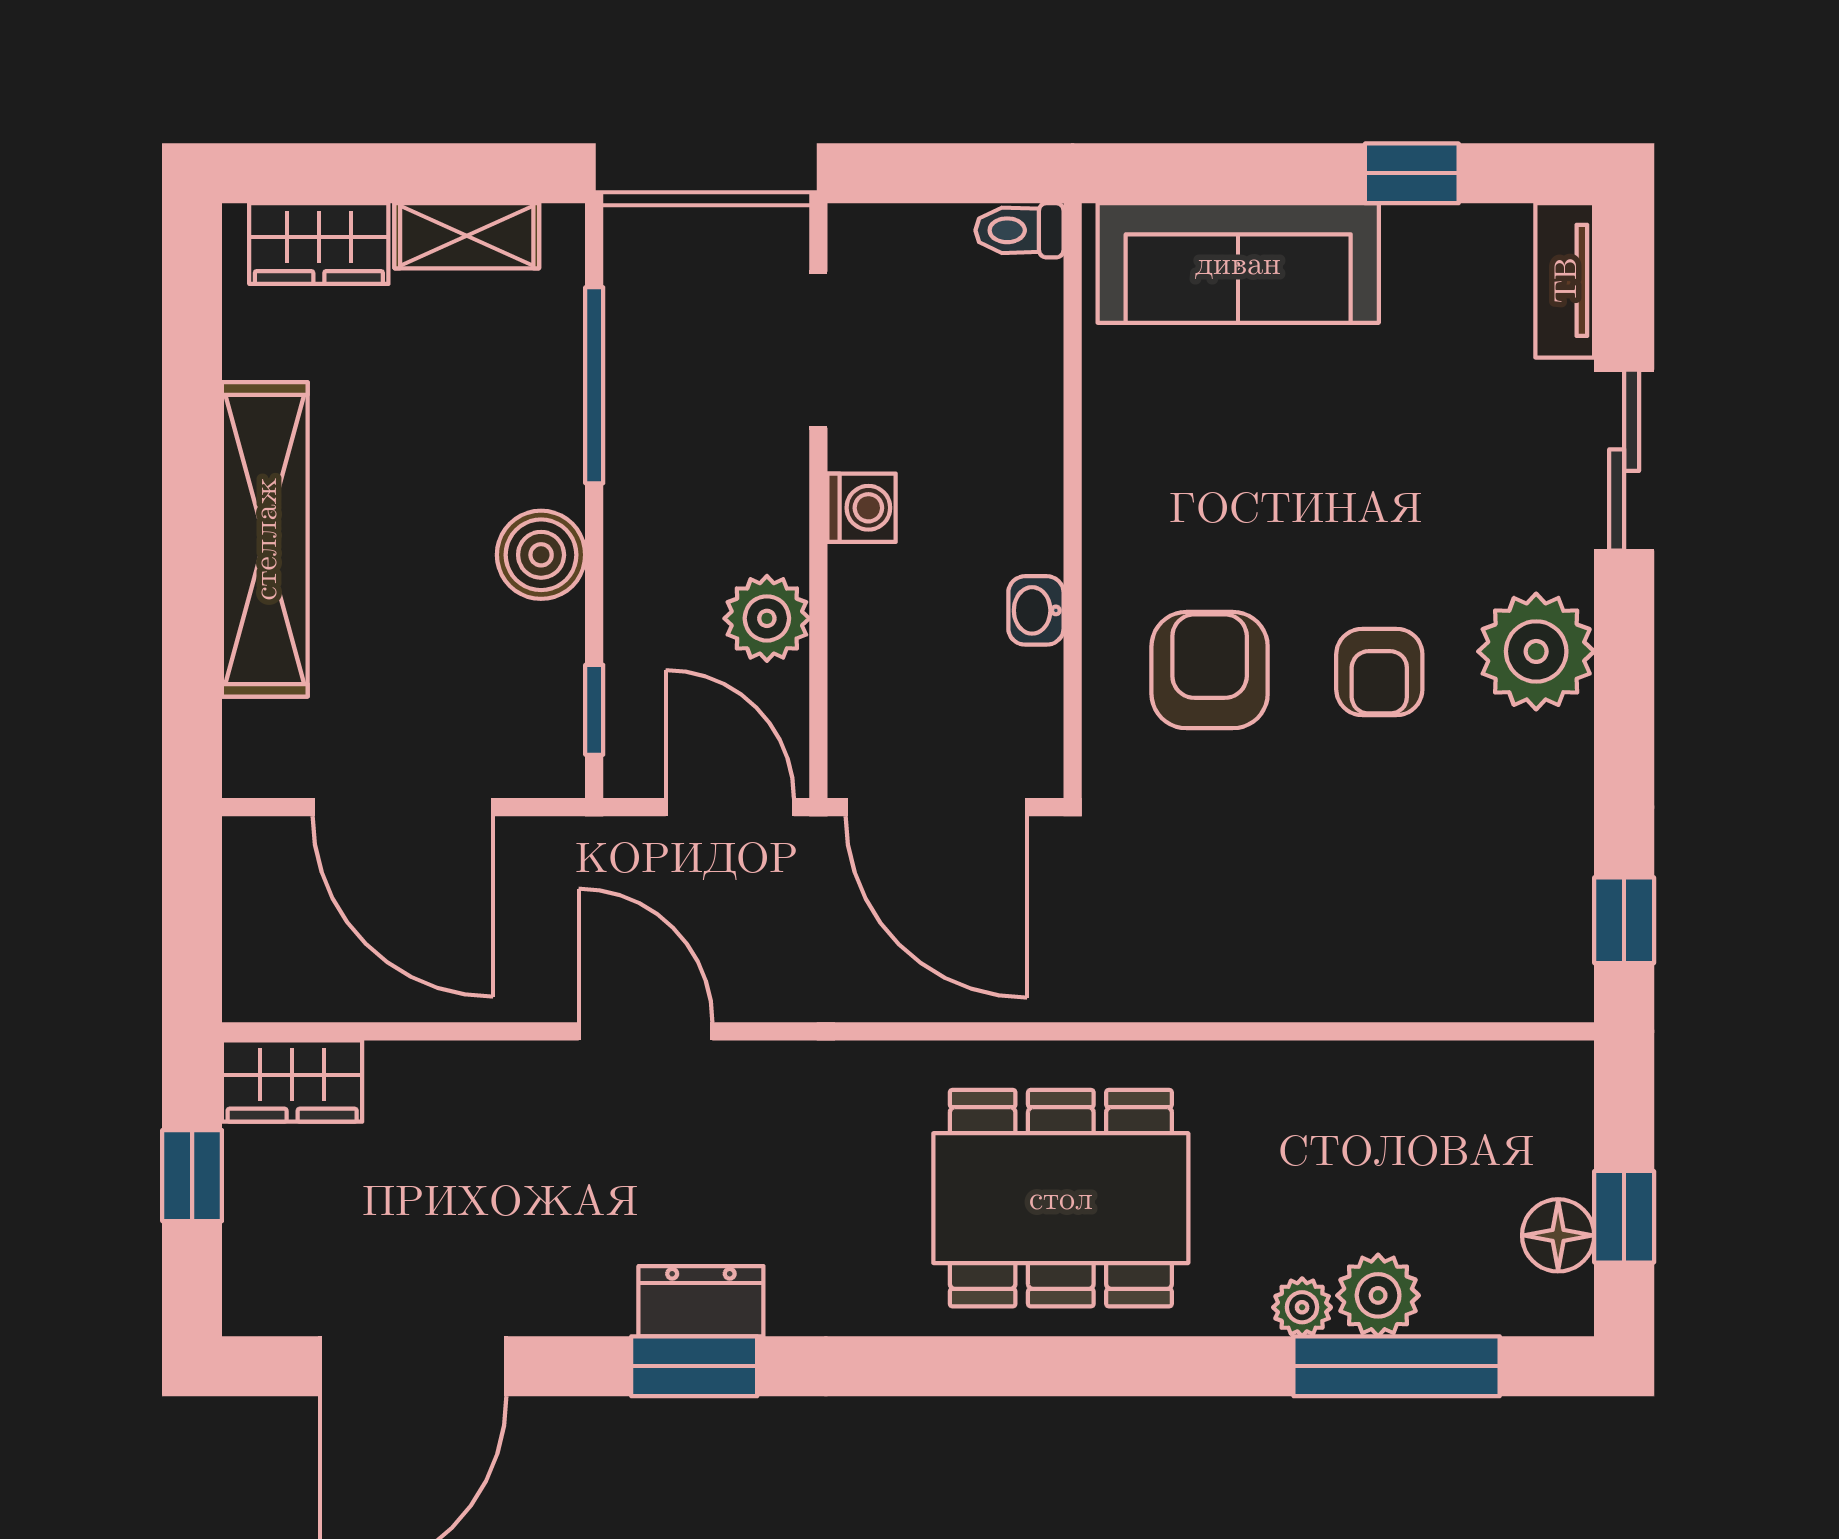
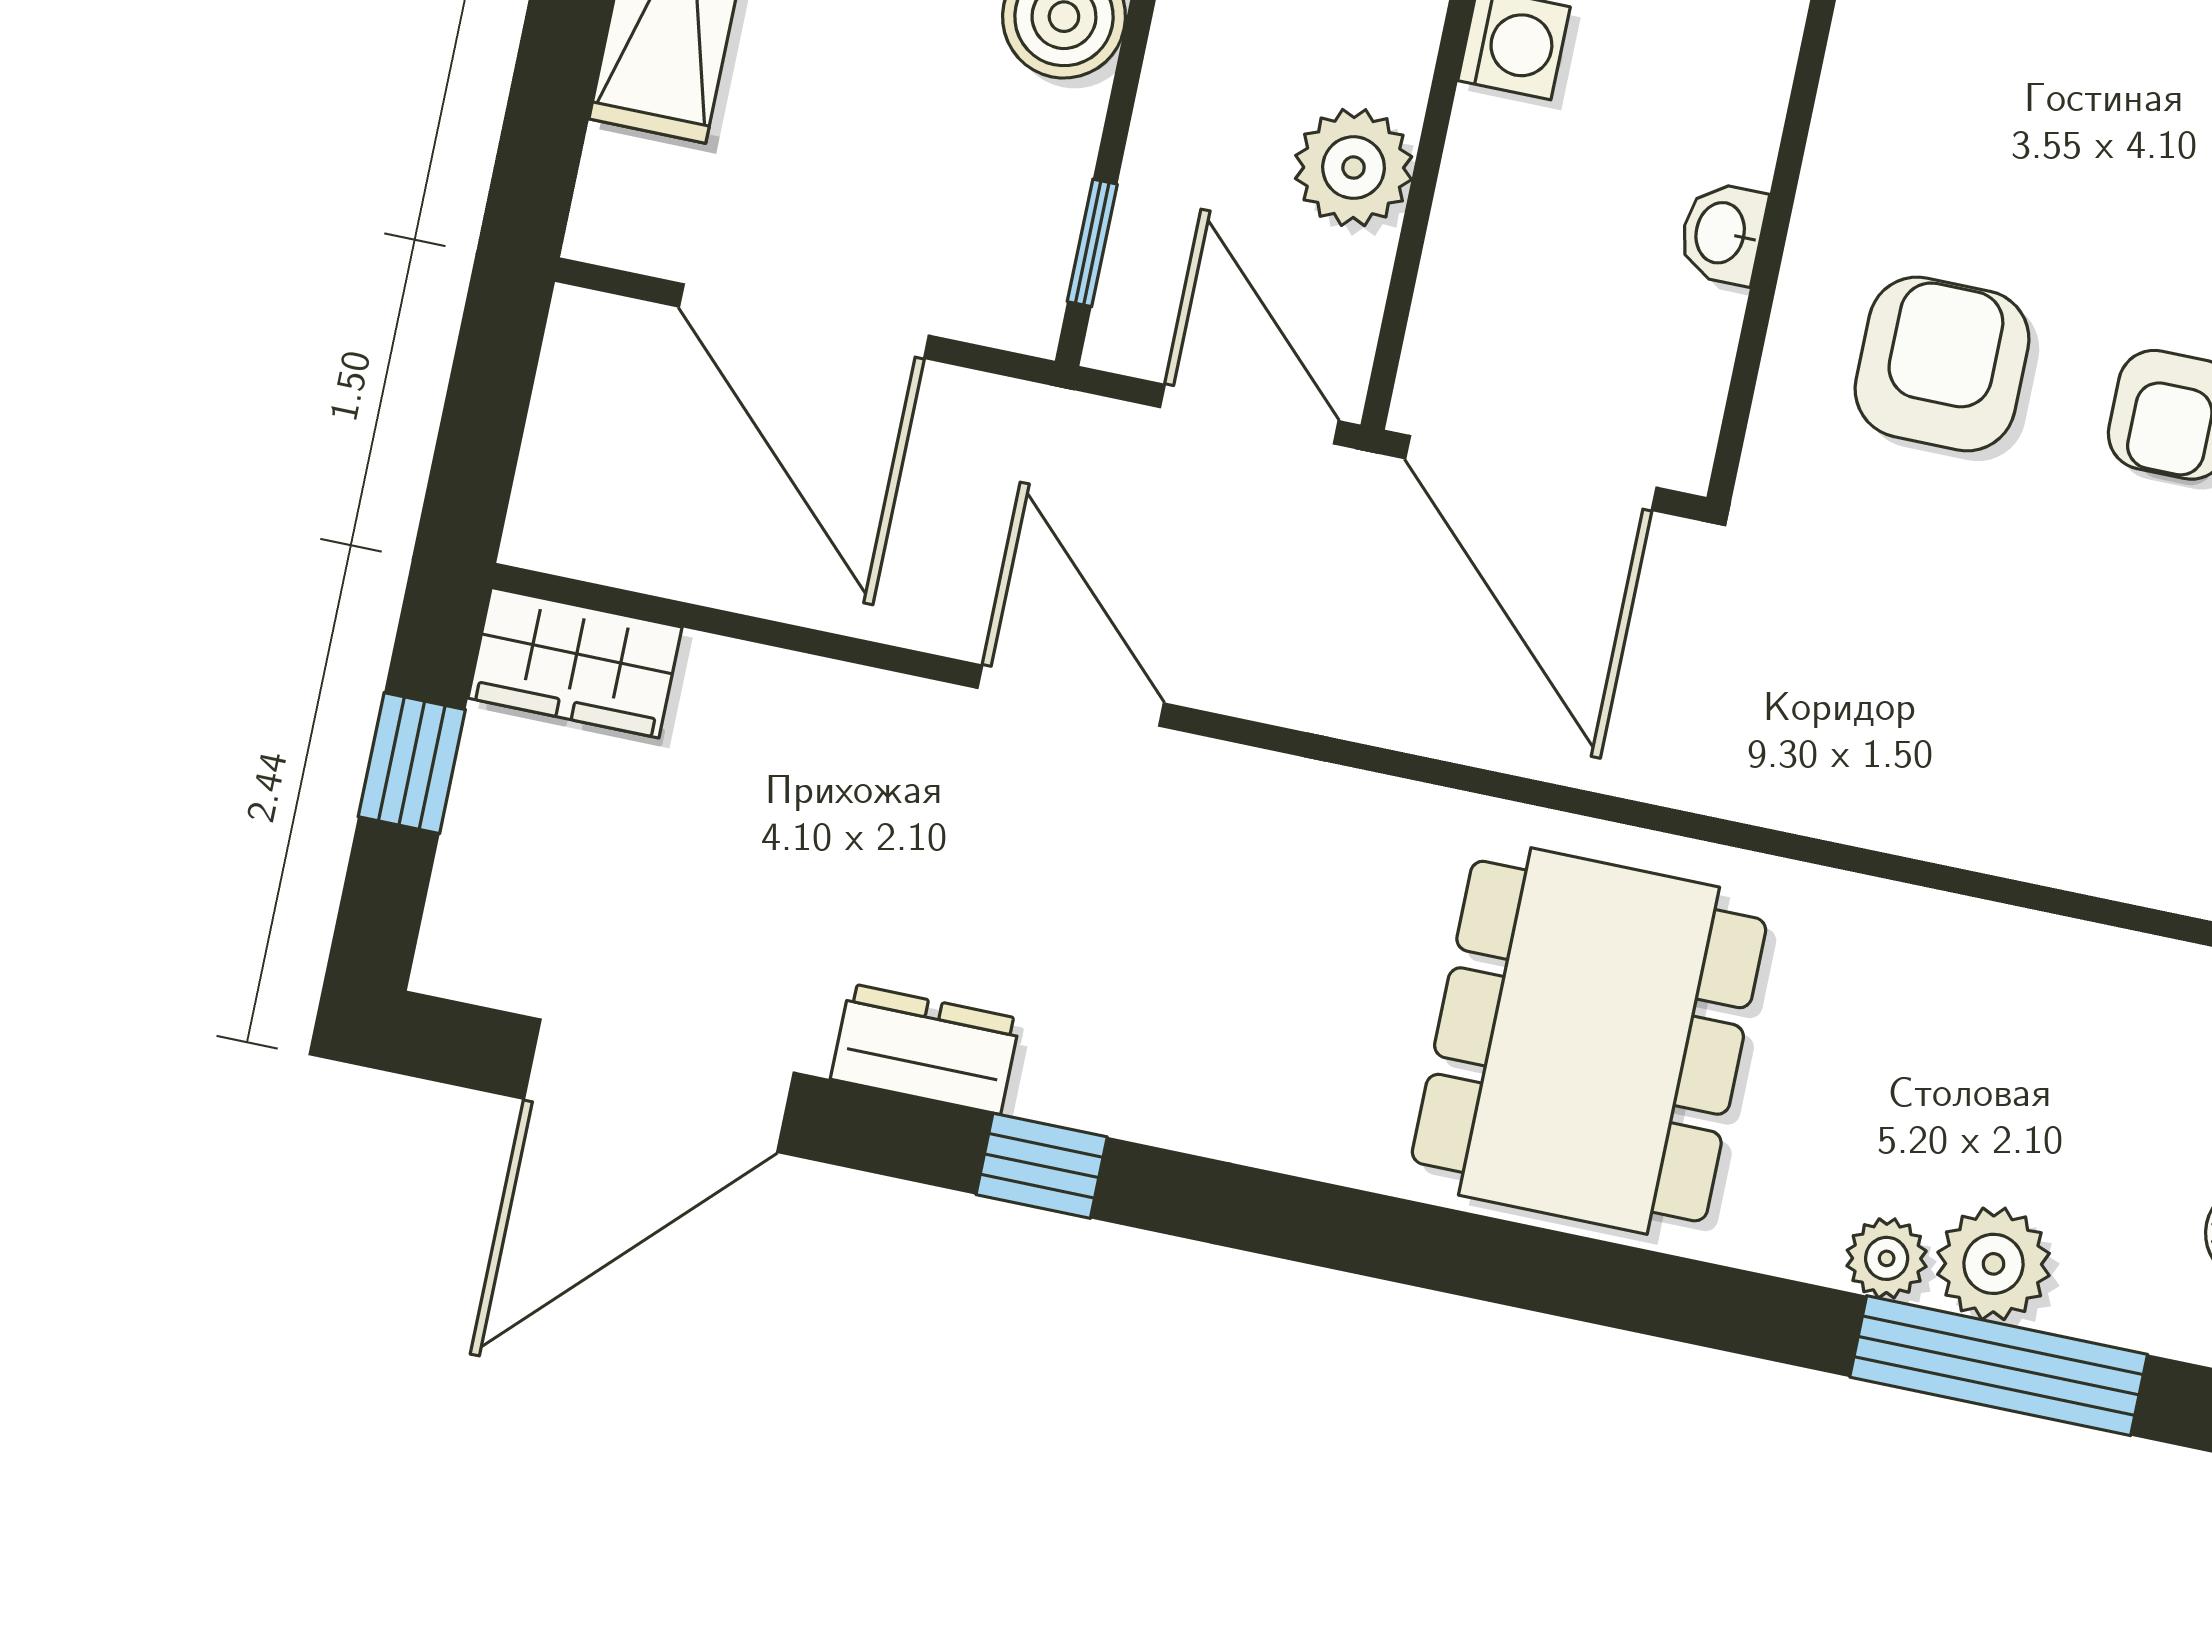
dining table: (1061, 1198) -> (1589, 1041), turned 90
dresser: (701, 1301) -> (925, 1049), moved
window: (694, 1366) -> (1042, 1166), width x0.67

